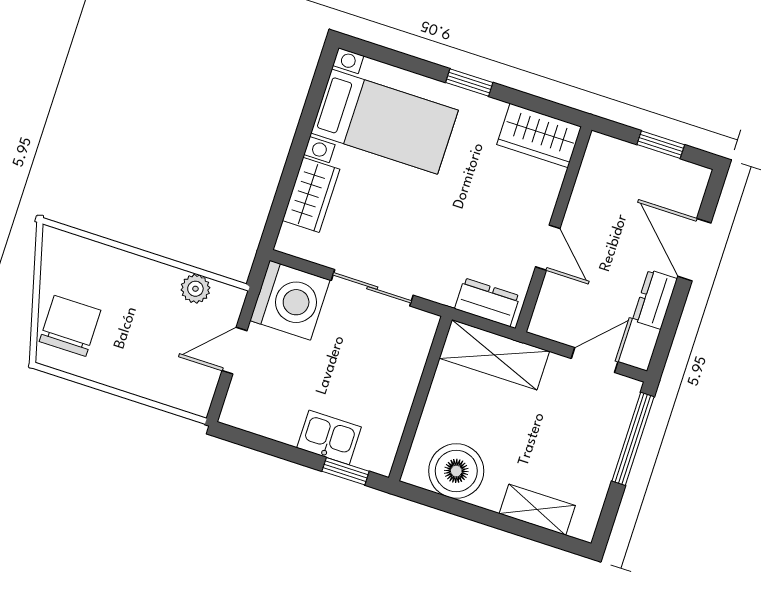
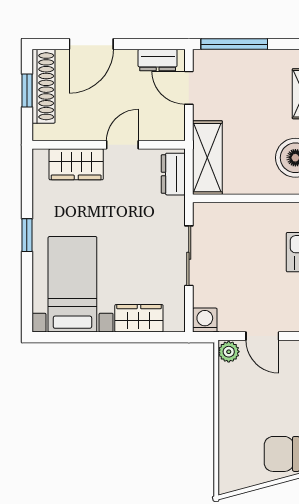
wardrobe: (539, 136) -> (76, 164), moved, turned 90
shoe rack: (659, 168) -> (43, 86), added
plant: (195, 289) -> (229, 352), moved
dresser: (655, 299) -> (158, 60), moved
washing machine: (290, 300) -> (205, 320), width x0.53, depth x0.53

